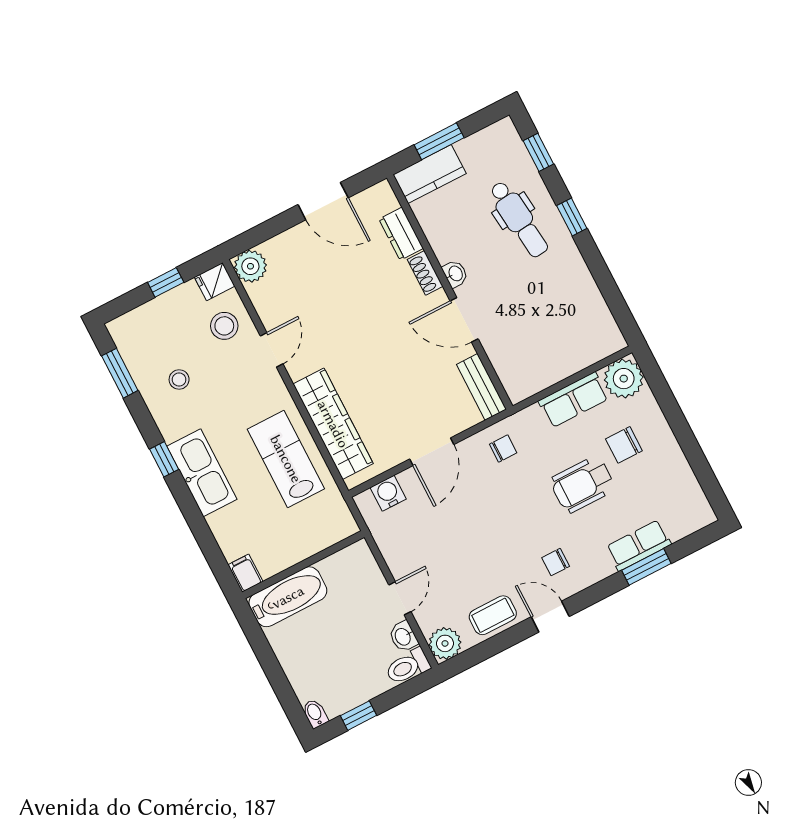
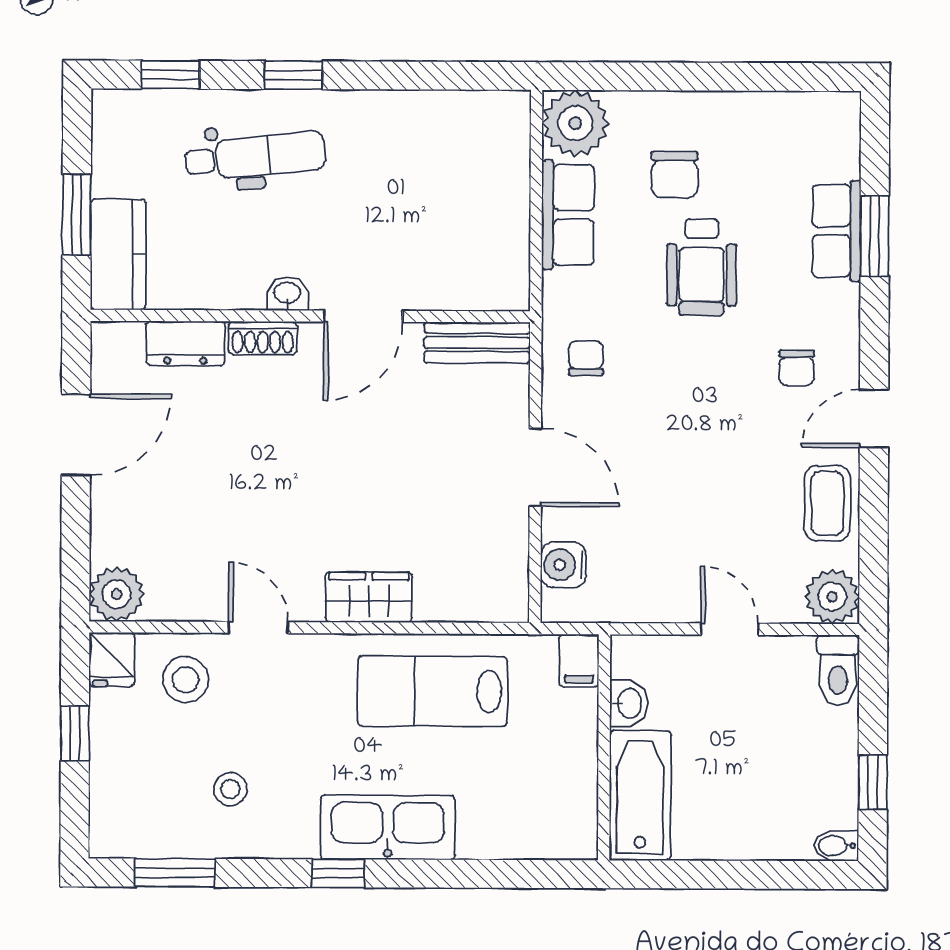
wardrobe: (333, 424) -> (369, 597), width x0.48, depth x0.85
filing cabinet: (245, 573) -> (579, 661), moved, turned -90
washbasin: (403, 636) -> (629, 703), moved, turned -90

